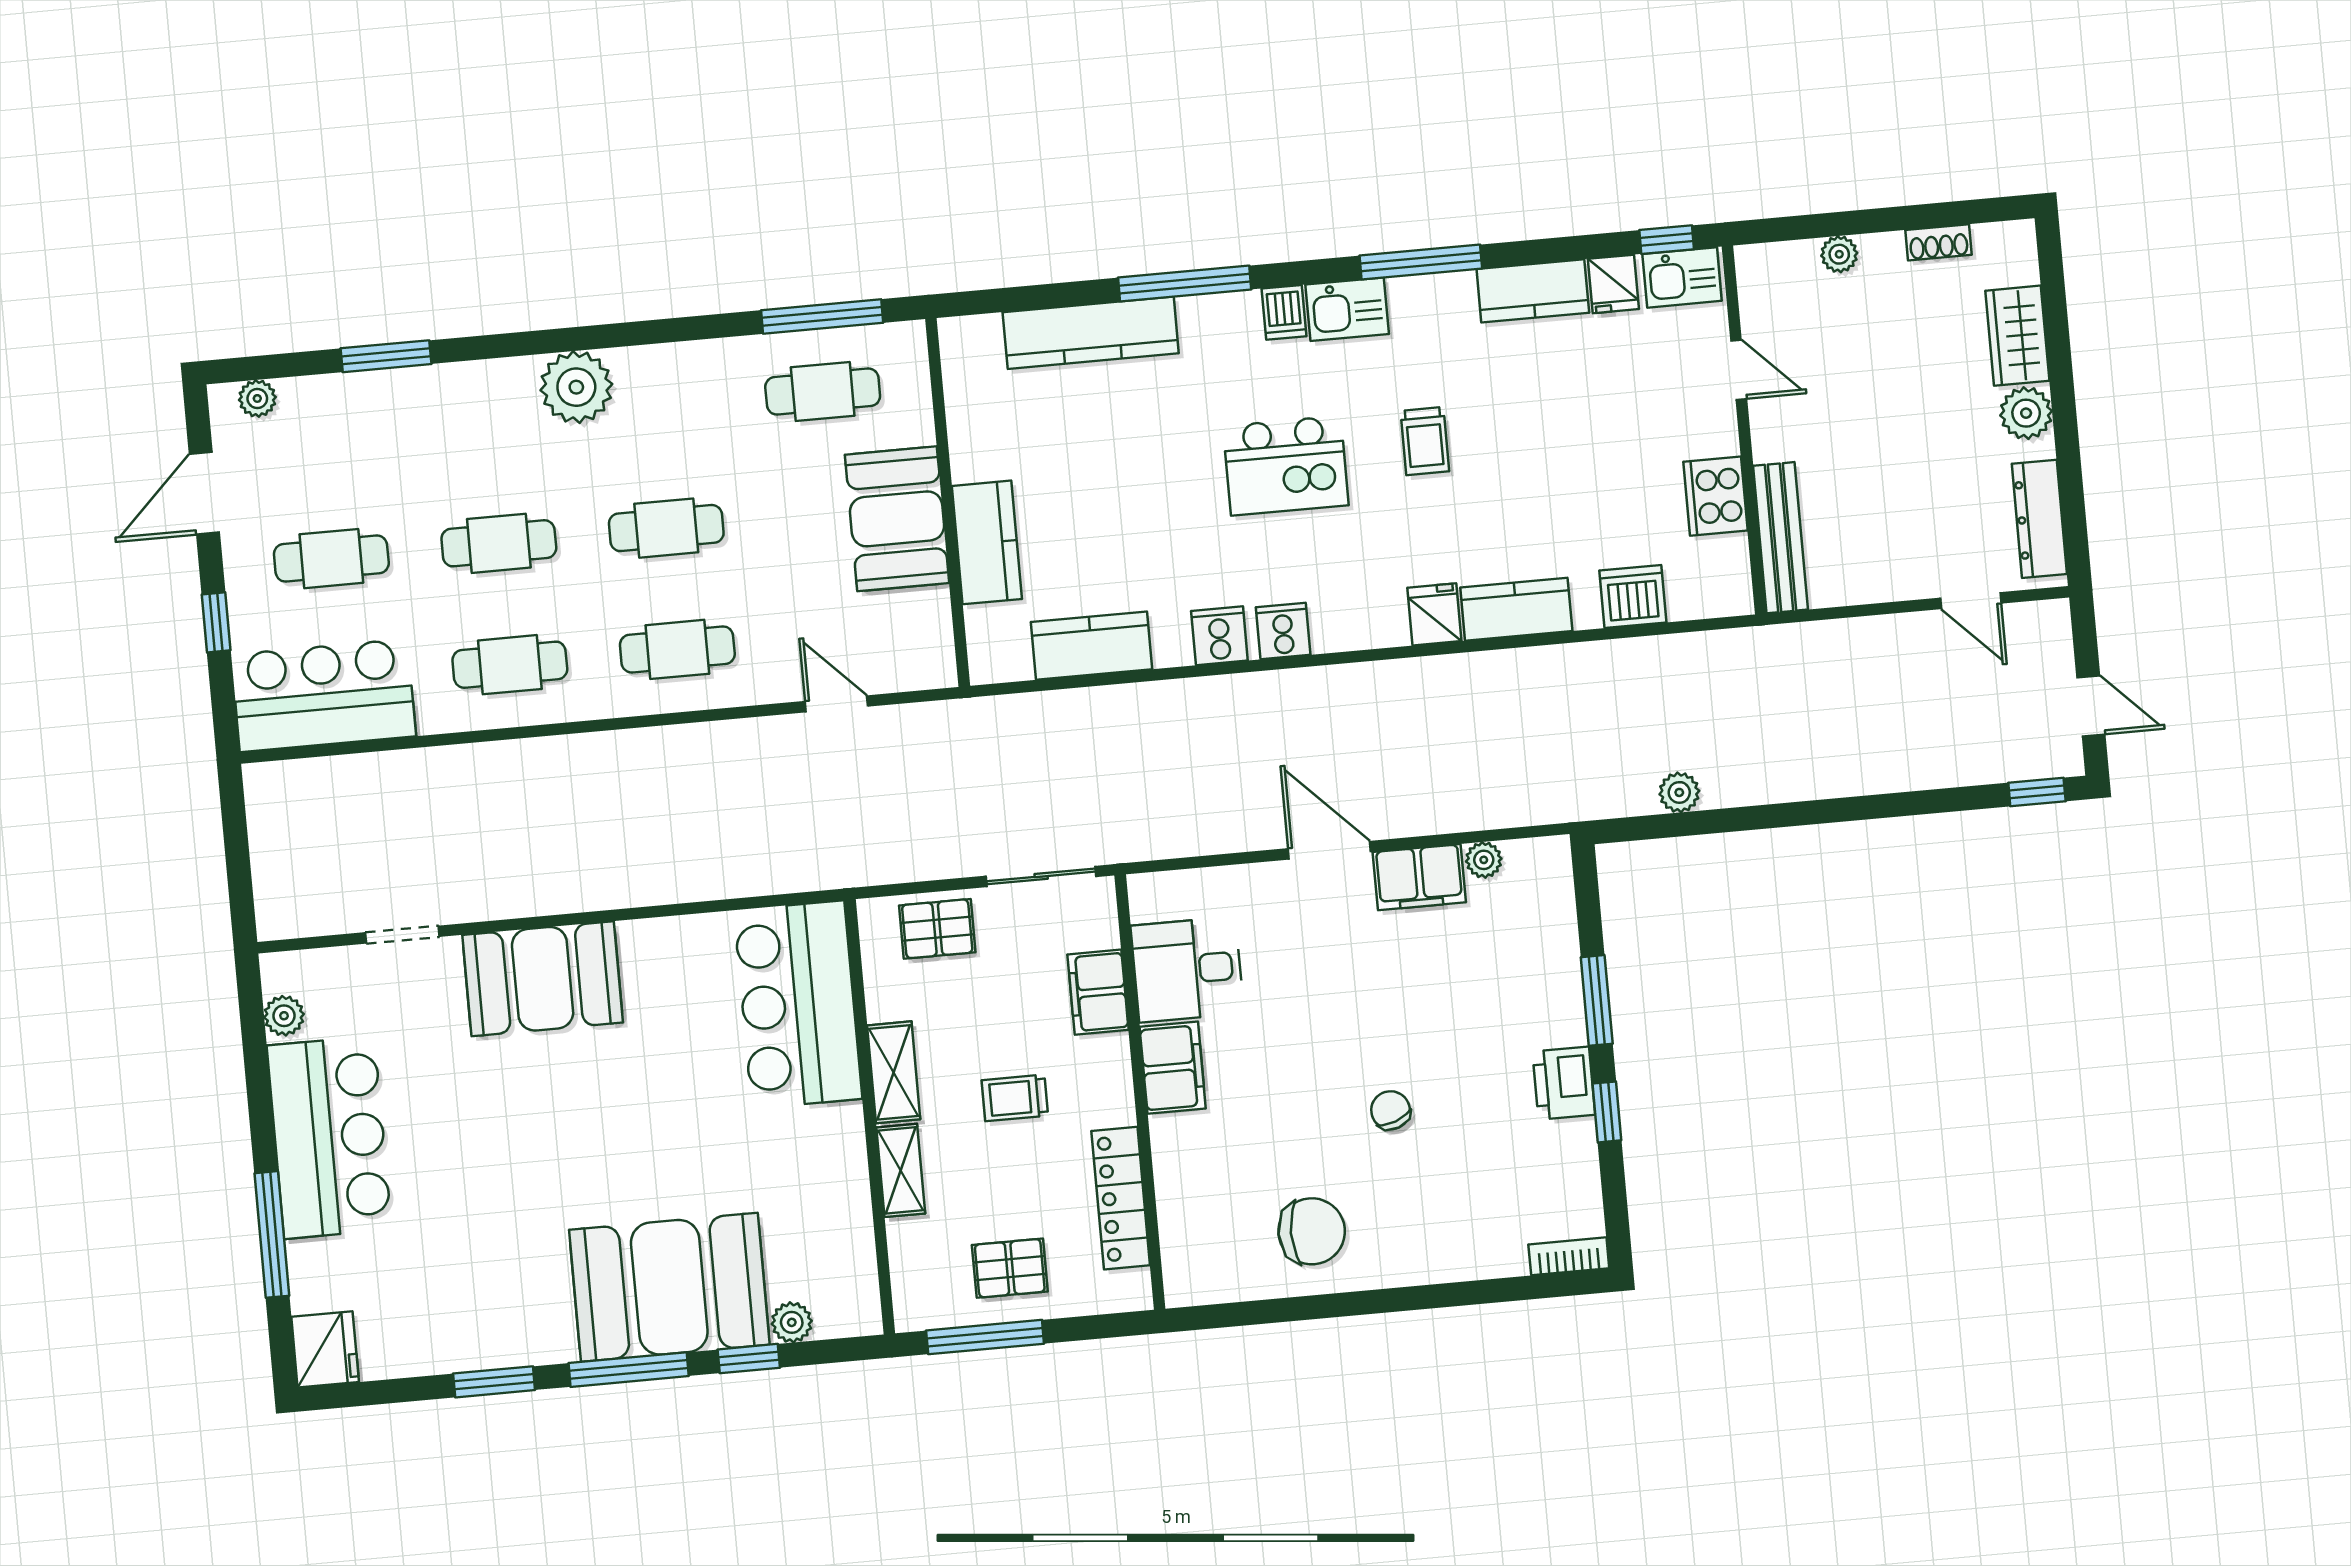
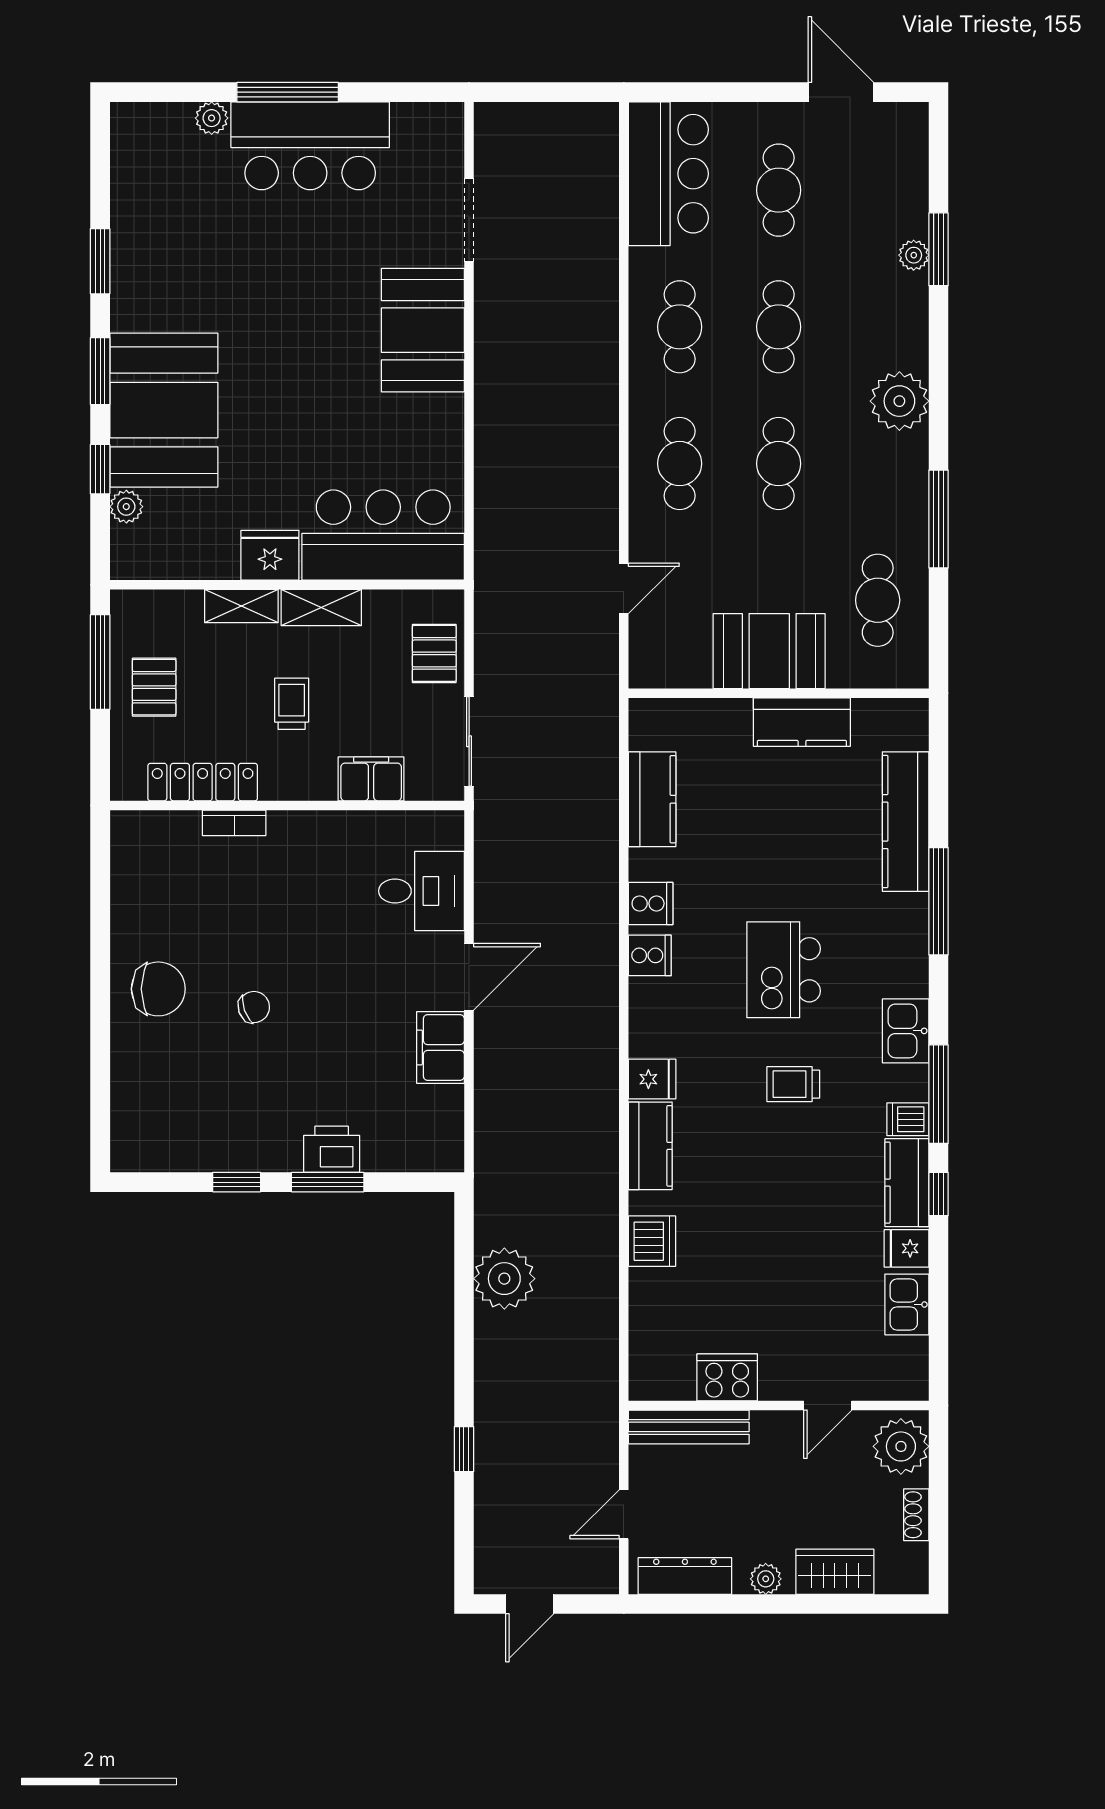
window: (1667, 240) -> (939, 1194), moved
plant: (1839, 254) -> (901, 1446), width x1.88, depth x1.88
dishwasher: (1284, 312) -> (908, 1119), moved
window: (822, 316) -> (939, 519), moved
door: (1739, 370) -> (828, 1405), moved
plant: (257, 398) -> (914, 255), moved
plant: (2026, 413) -> (766, 1579), width x0.73, depth x0.73
wall: (1744, 430) -> (779, 1405), moved
cooker: (1716, 496) -> (727, 1377), moved
bench: (1781, 538) -> (689, 1427), moved
kitchen counter: (987, 542) -> (802, 722), moved
window: (216, 622) -> (735, 92), removed
plant: (1679, 792) -> (504, 1279), width x1.87, depth x1.87
window: (2037, 792) -> (464, 1449), moved
plant: (1484, 860) -> (450, 1101), removed
doorway: (402, 935) -> (469, 220), width x1.38
desk: (1187, 969) -> (421, 891), moved, turned 90
plant: (284, 1016) -> (212, 118), moved
filing cabinet: (1173, 1068) -> (304, 834), removed
printer: (1564, 1083) -> (332, 1149), moved
chair: (1312, 1231) -> (158, 989), moved, turned -90
window: (272, 1234) -> (288, 92), moved
bookcase: (1569, 1256) -> (234, 823), moved, turned 90
fridge: (325, 1349) -> (270, 555), moved, turned 180
window: (629, 1370) -> (100, 371), width x0.69

